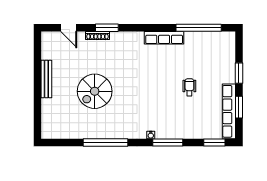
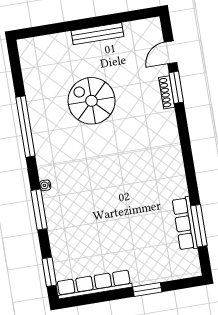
window: (107, 28) -> (176, 87), moved
window: (199, 28) -> (199, 226), width x0.68
row of seats: (164, 38) -> (185, 224), moved
wheelchair: (189, 87) -> (117, 226), removed
window: (239, 107) -> (102, 297), removed

